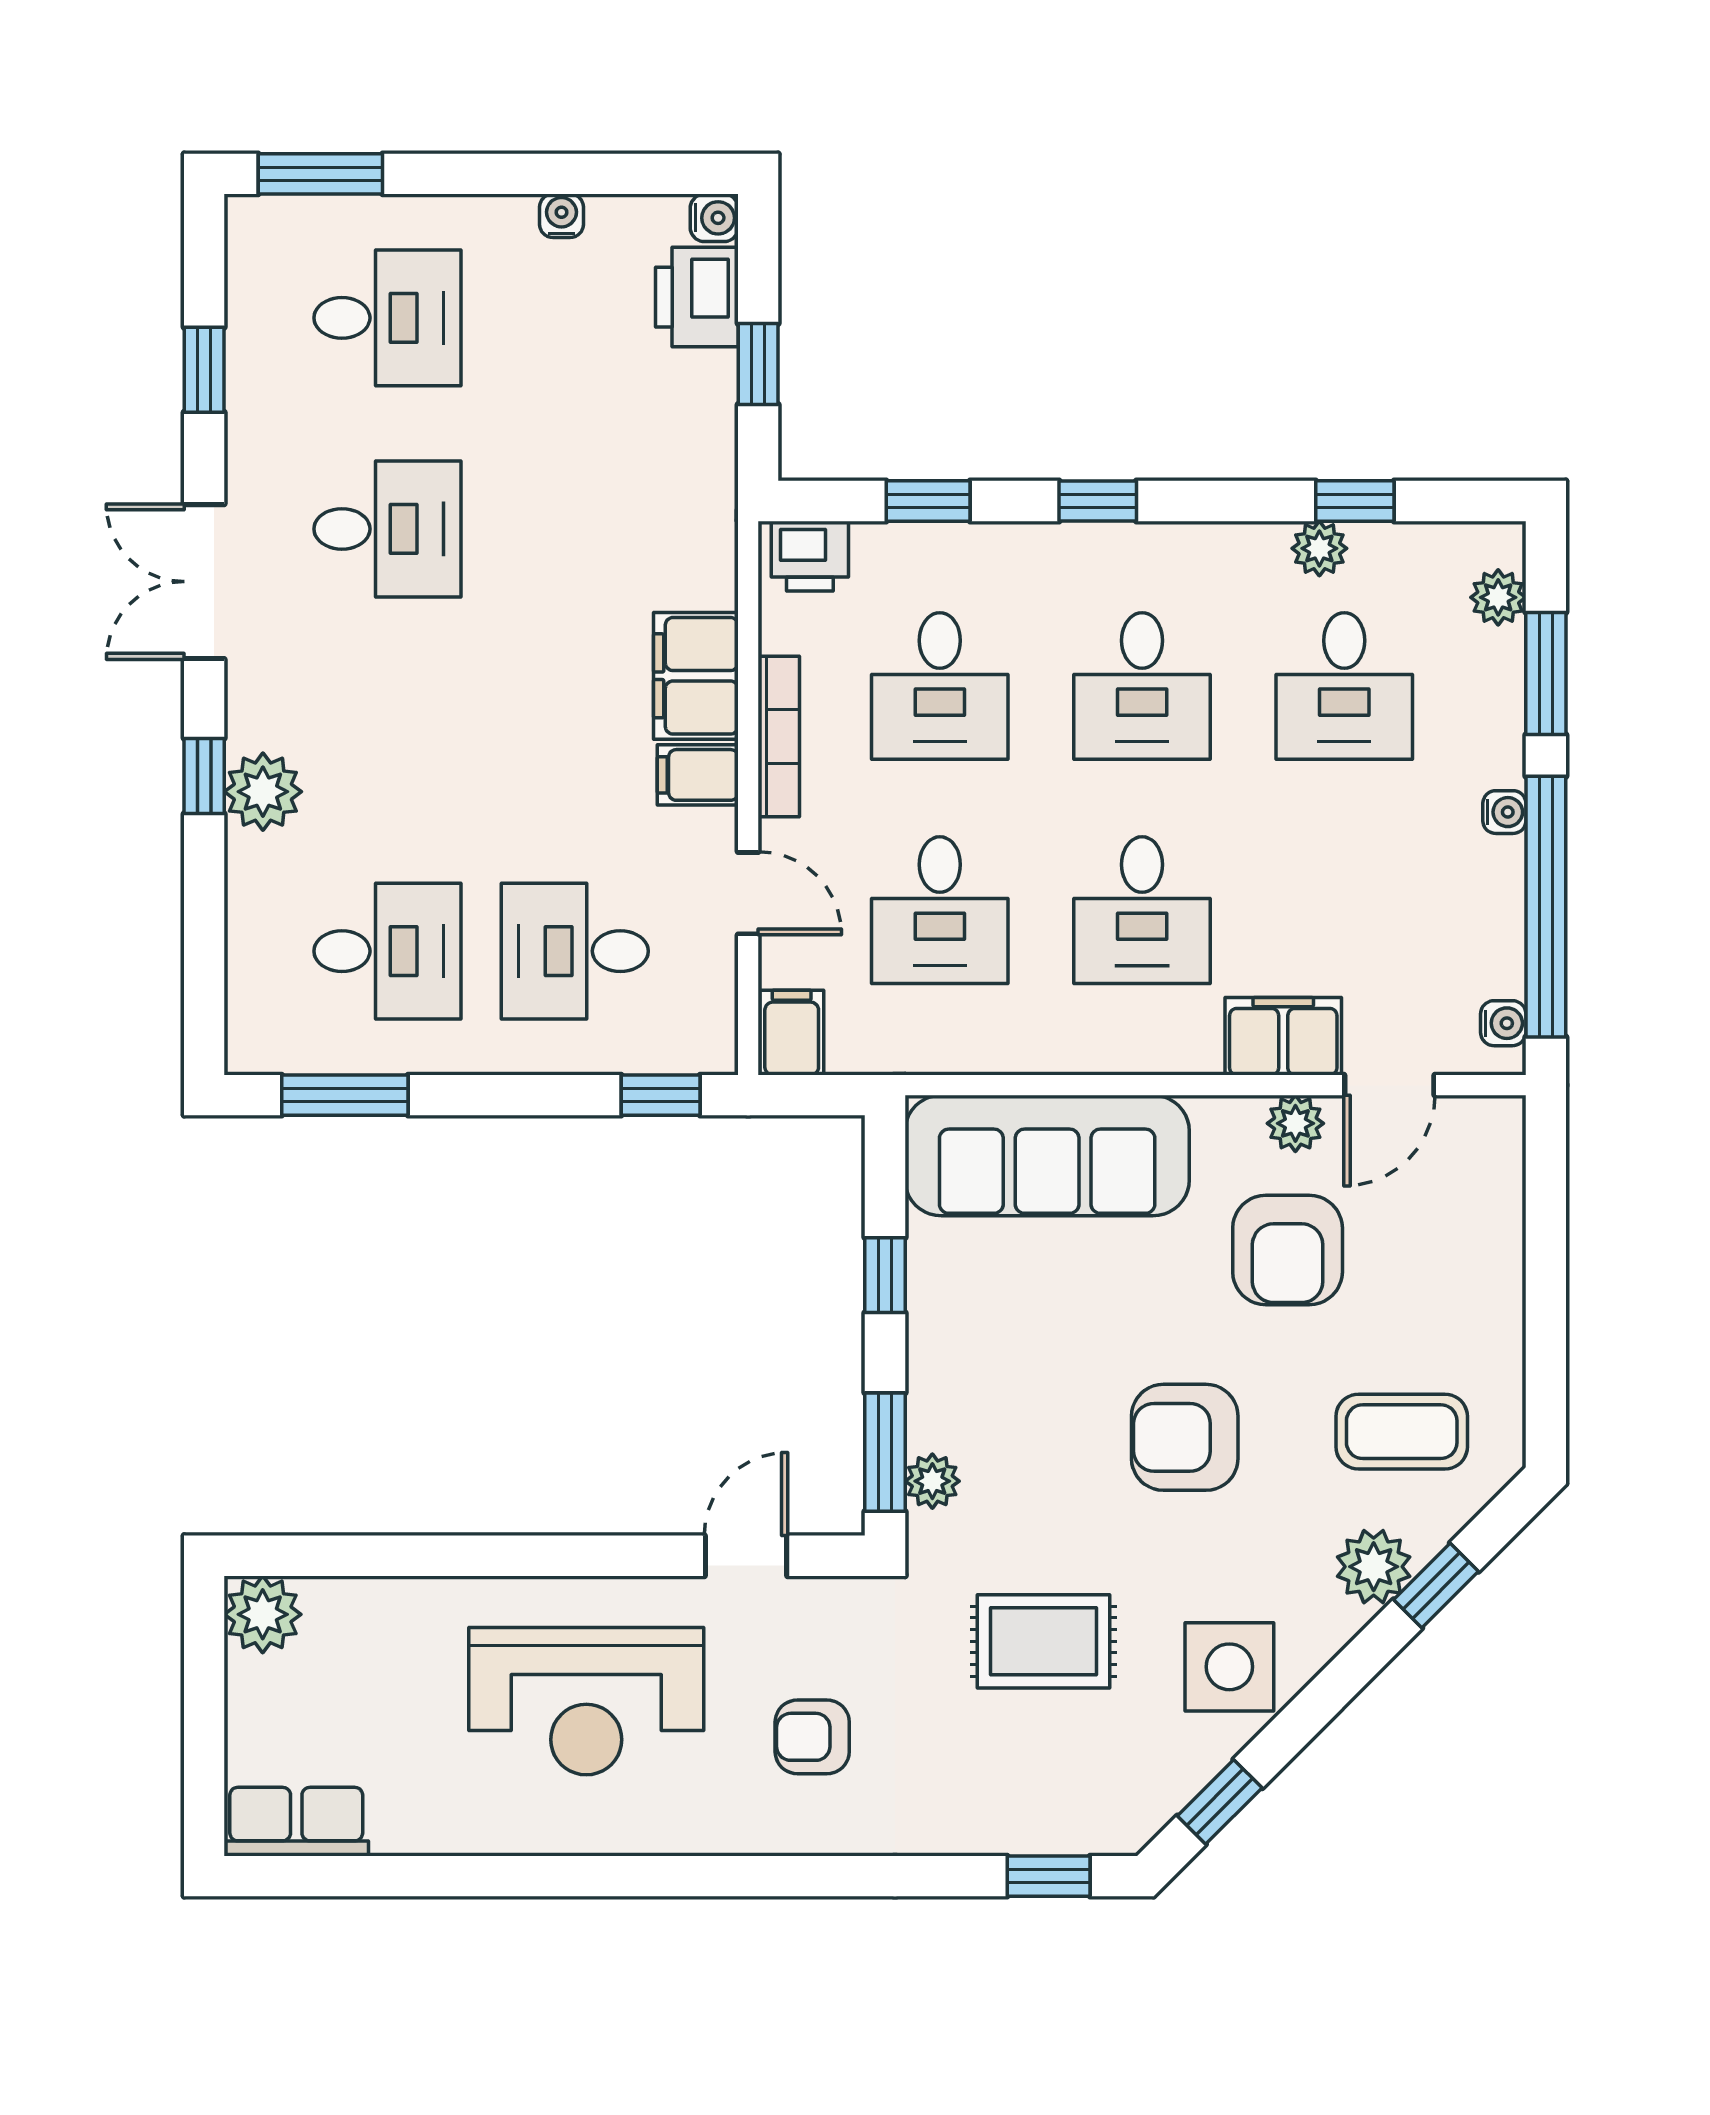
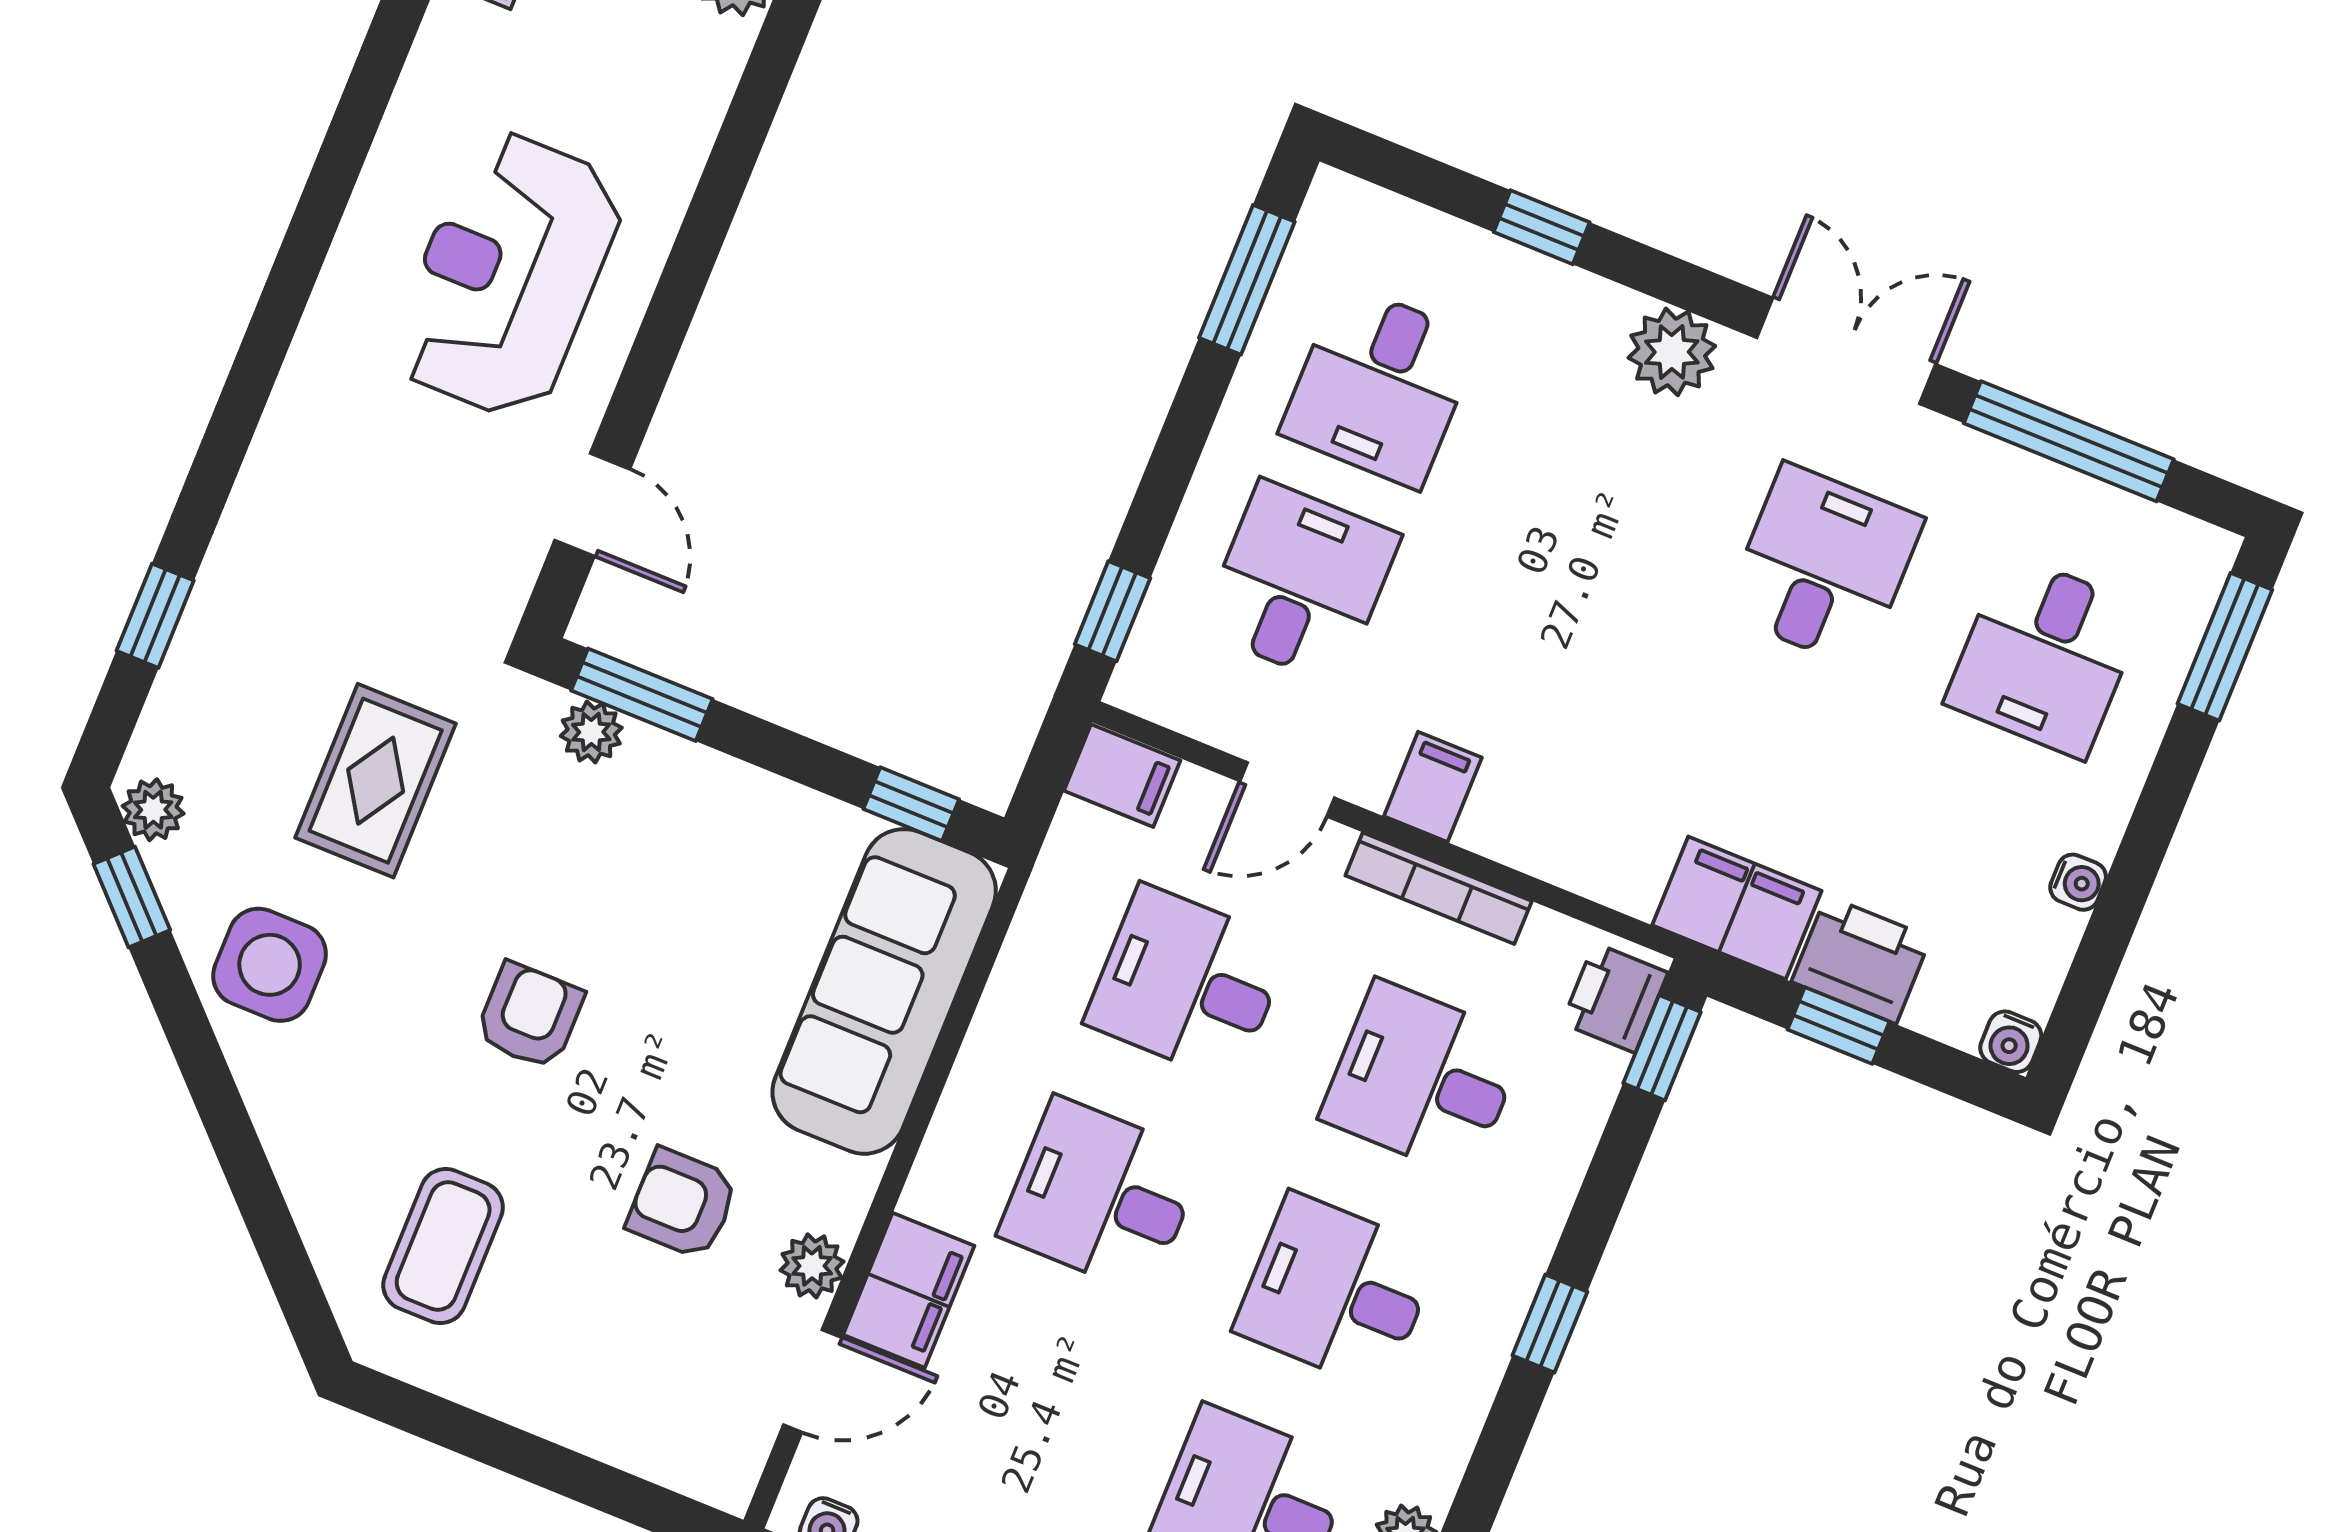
printer: (697, 297) -> (1861, 960), moved
window: (204, 370) -> (2069, 441), width x2.17
window: (928, 501) -> (1662, 1048), moved
desk: (387, 529) -> (1823, 566), turned 180
filing cabinet: (696, 676) -> (1737, 908), moved
window: (204, 776) -> (1542, 227), moved
plant: (263, 792) -> (1672, 352), moved
door: (1389, 1085) -> (812, 1381), swing flipped
armchair: (1288, 1250) -> (682, 1204), width x0.72, depth x0.72
window: (885, 1275) -> (911, 804), moved
armchair: (1185, 1437) -> (530, 1016), width x0.72, depth x0.72
plant: (1374, 1567) -> (153, 810), moved, width x0.73, depth x0.73
window: (1436, 1586) -> (267, 1216), removed
armchair: (812, 1737) -> (374, 497), removed
window: (1049, 1876) -> (155, 616), moved

